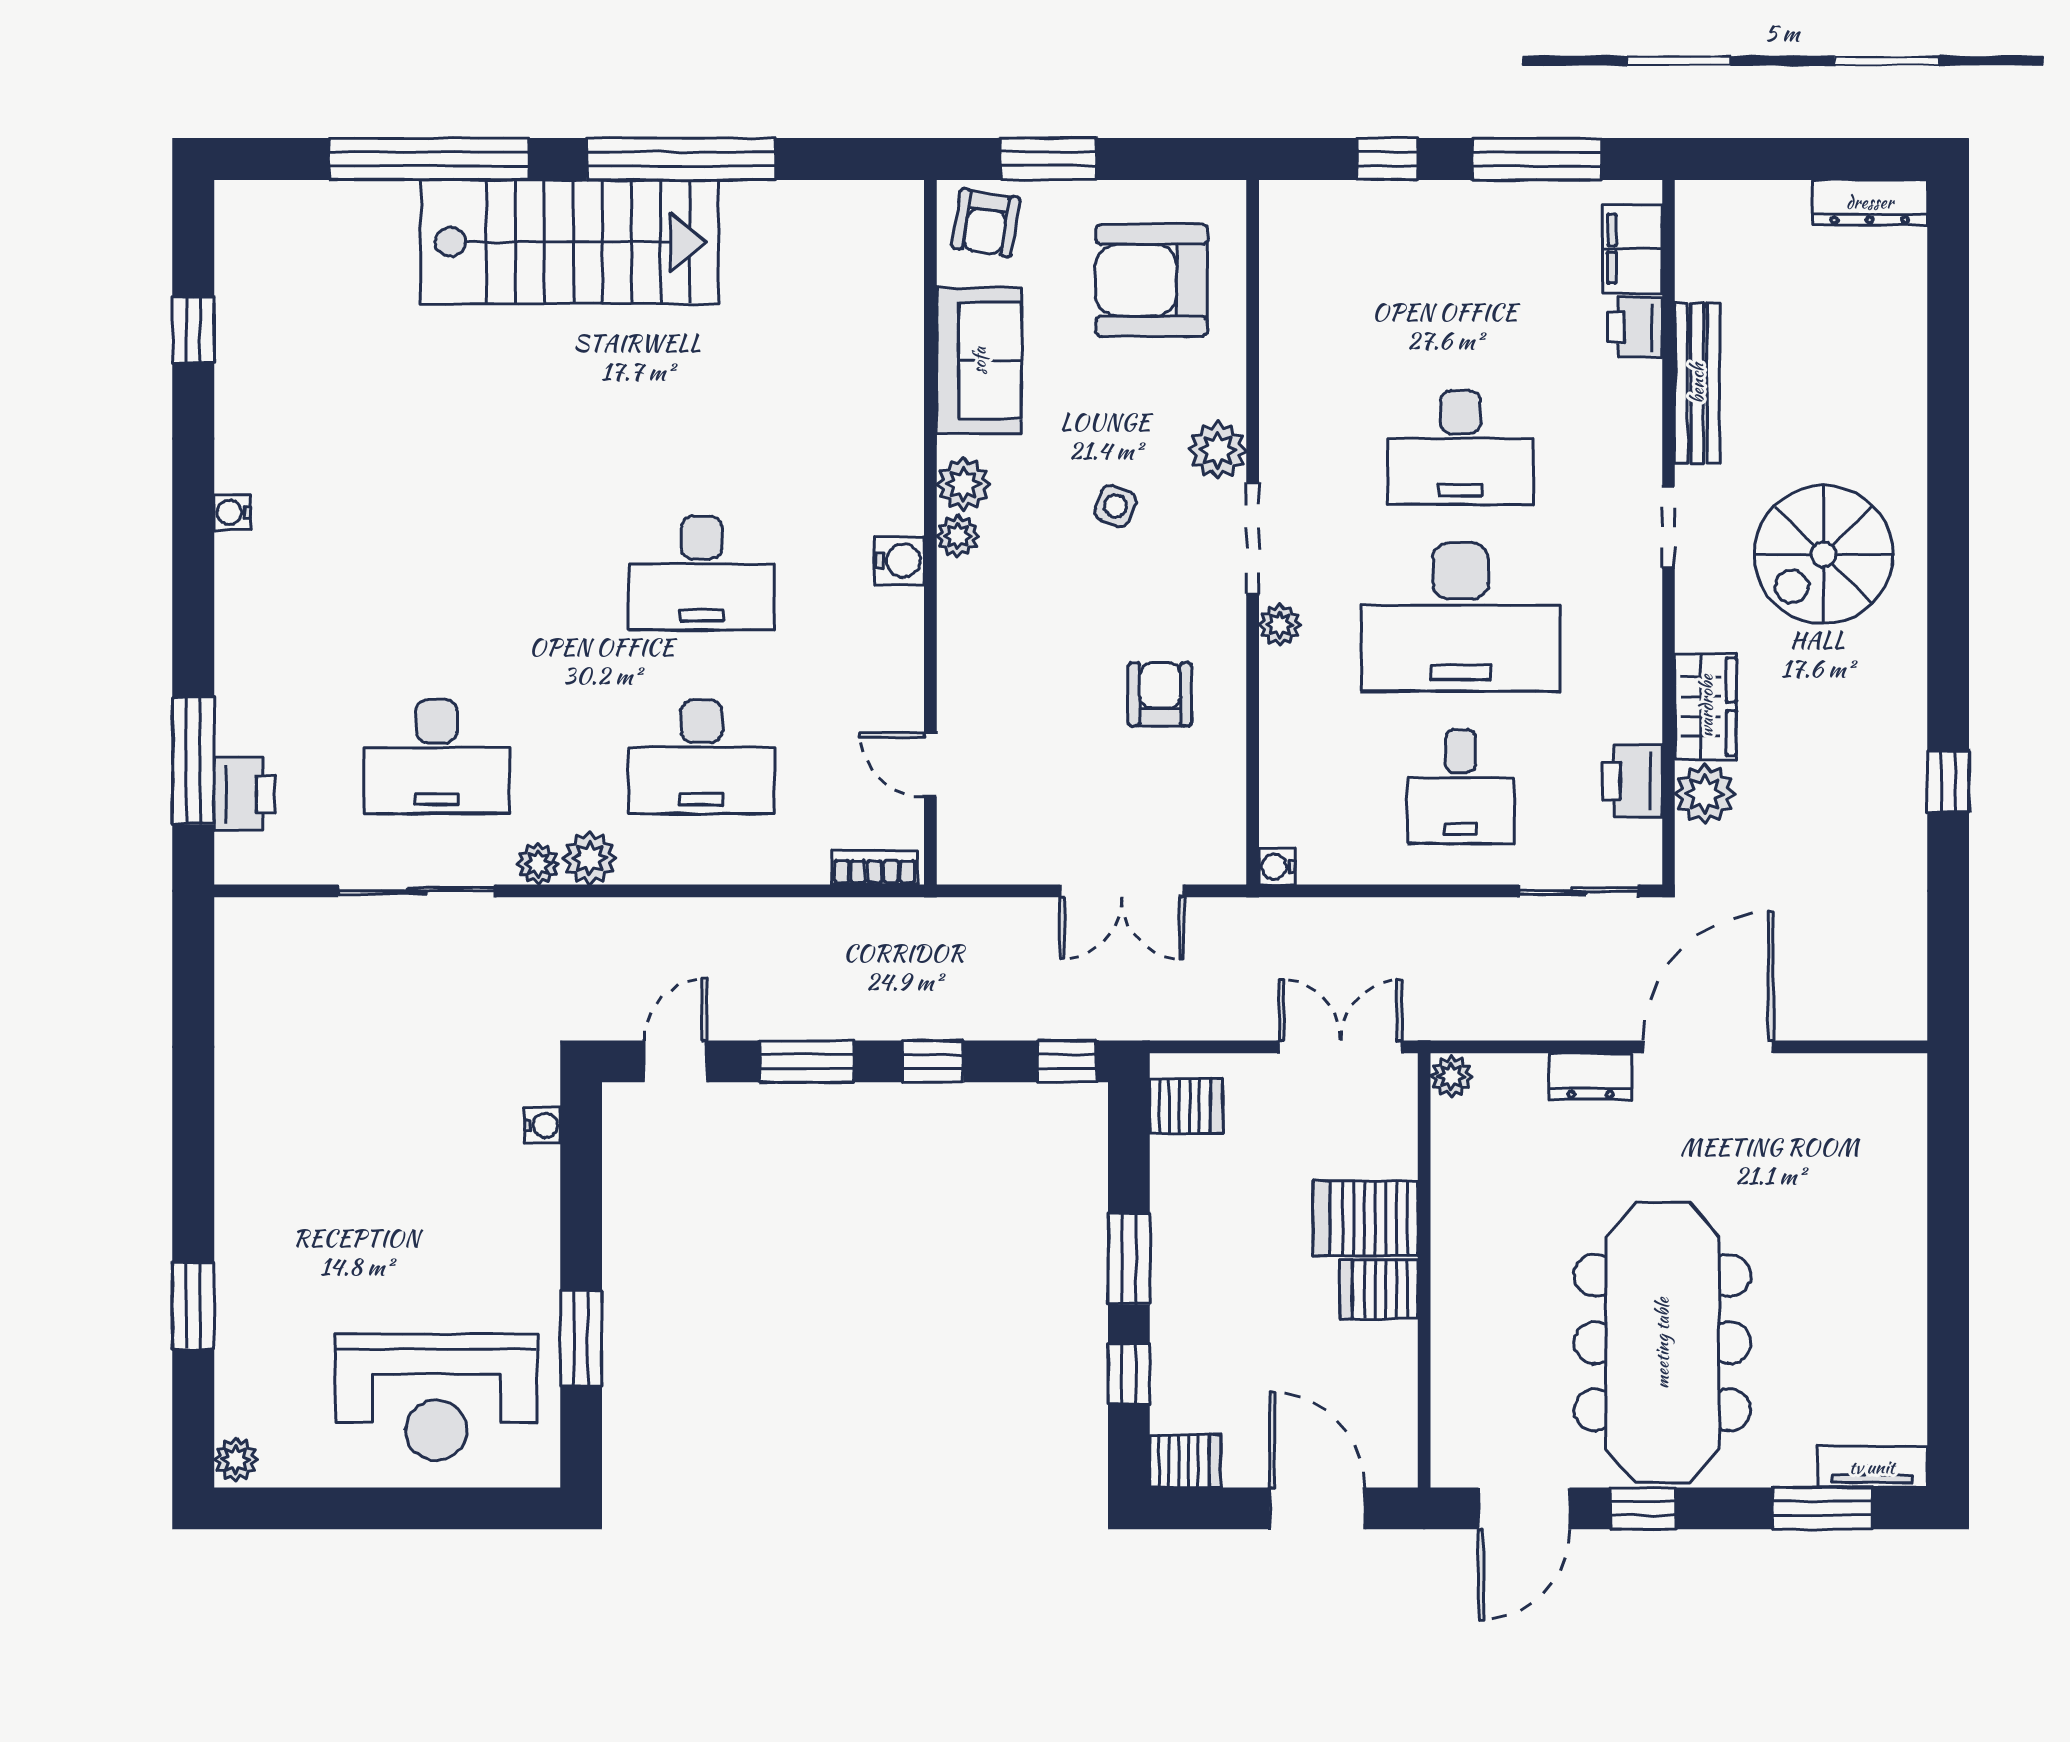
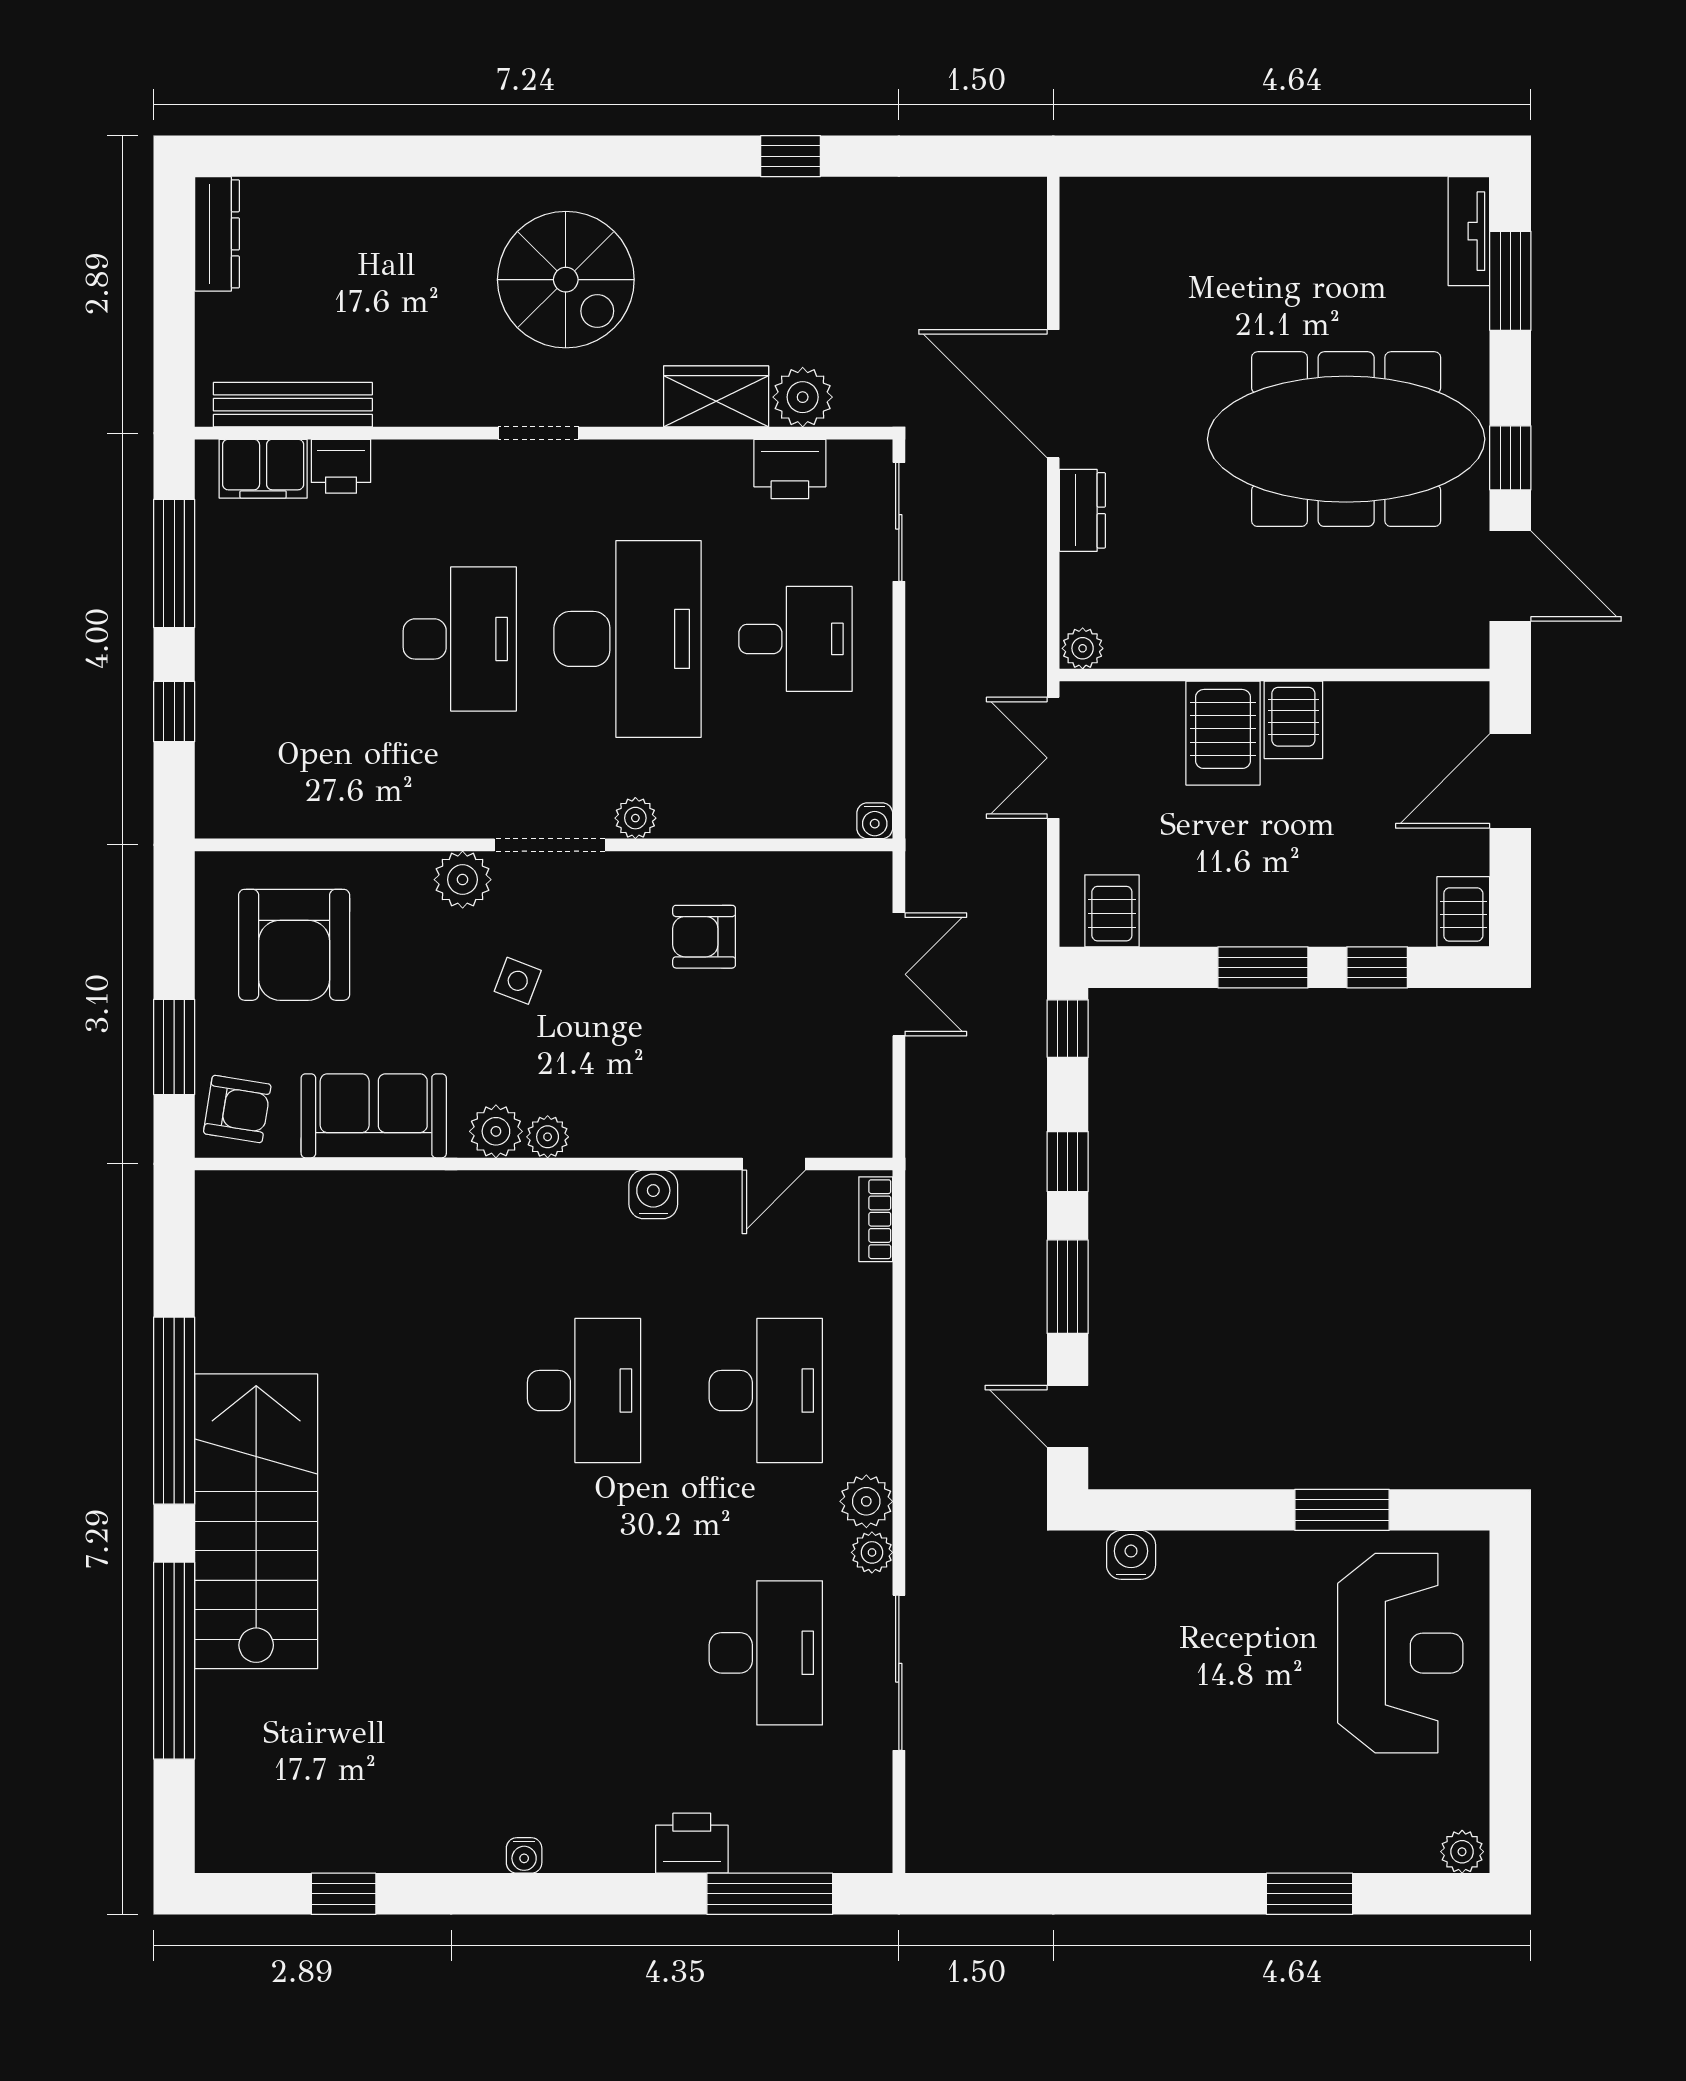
bench: (1697, 383) -> (293, 405), moved
water cooler: (900, 561) -> (653, 1194), moved
printer: (244, 794) -> (692, 1843), moved
water cooler: (542, 1125) -> (1131, 1555), width x1.38, depth x1.38

